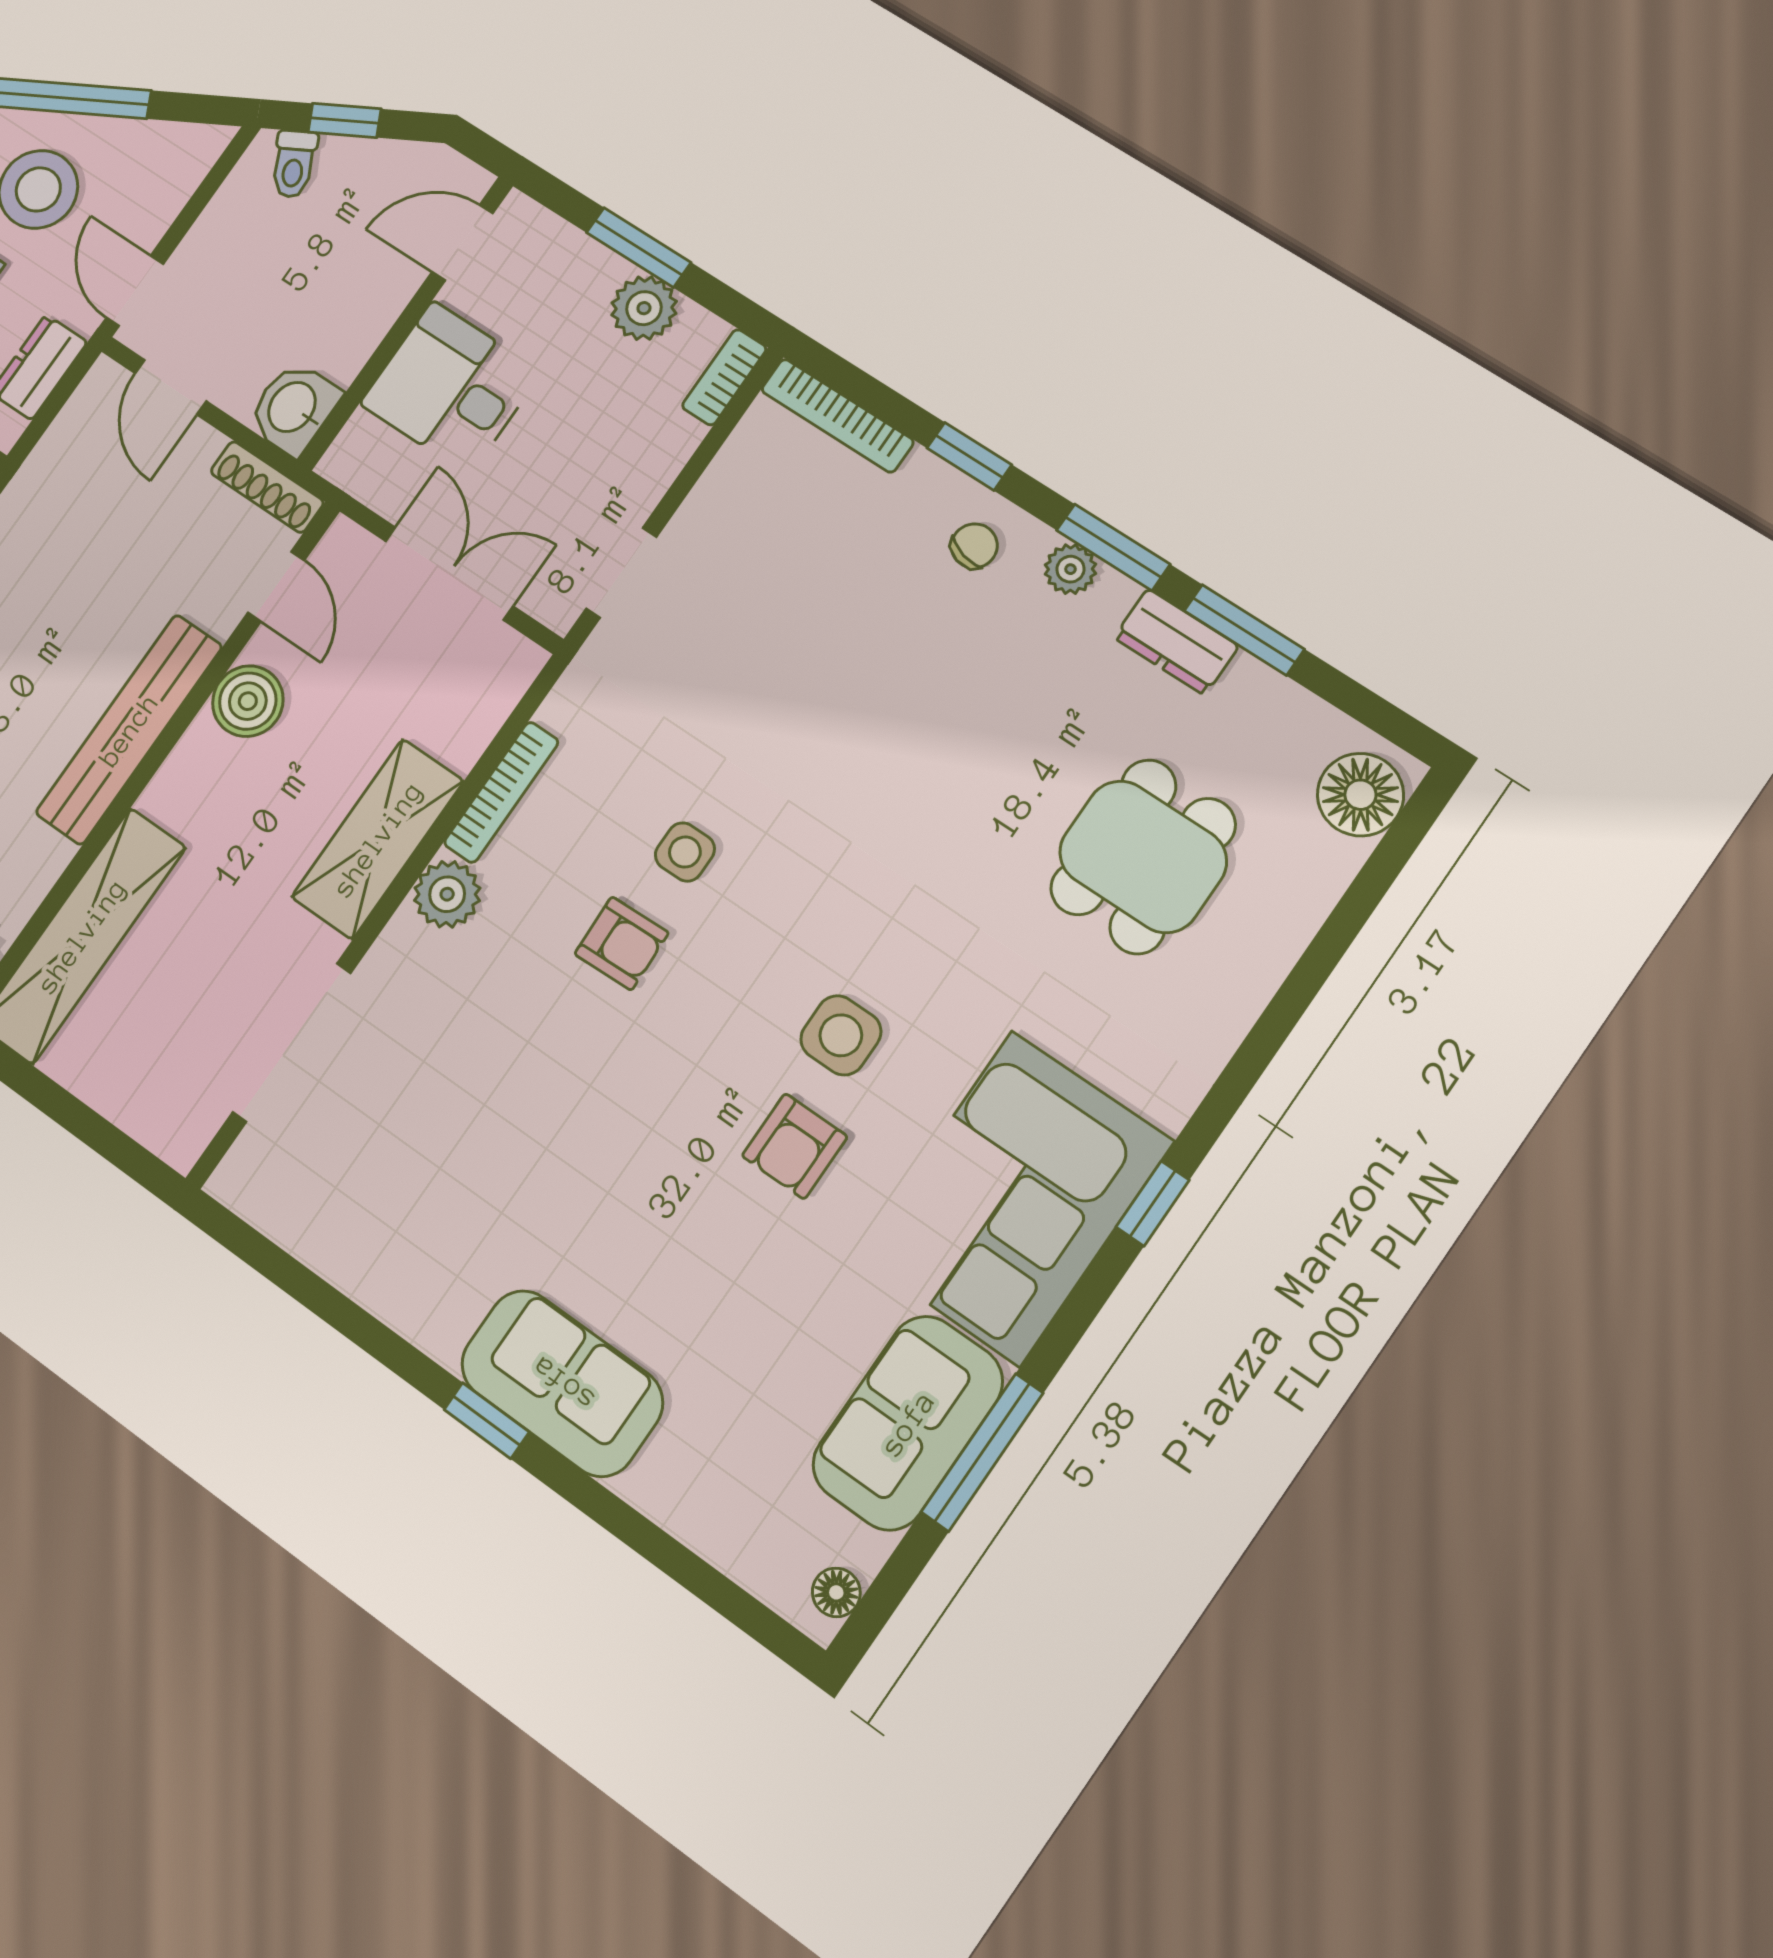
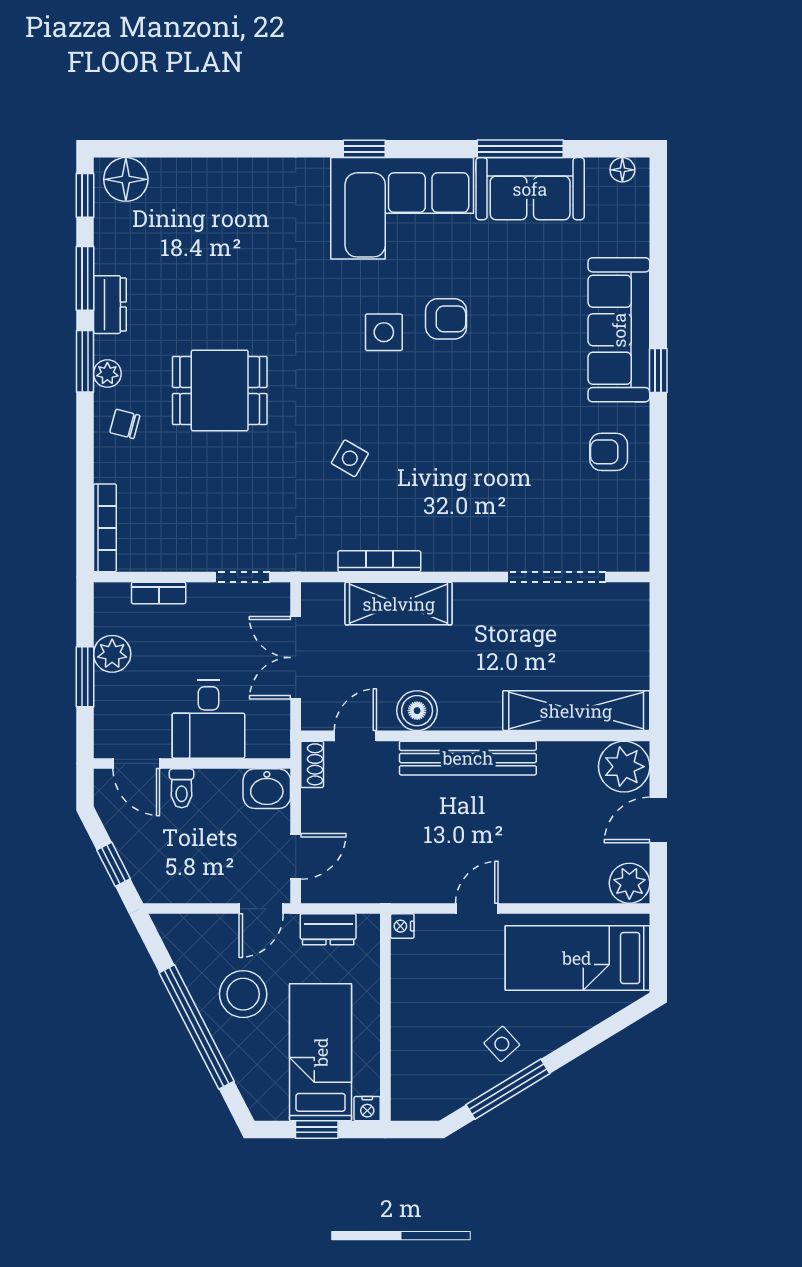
toilet: (294, 164) -> (182, 788), moved, turned 117
bookcase: (724, 377) -> (159, 593), moved
window: (969, 456) -> (85, 195), moved
shoe rack: (267, 487) -> (312, 764), width x0.70
shelving: (378, 839) -> (399, 604), moved
side table: (685, 852) -> (350, 458), turned 30
dining table: (1143, 857) -> (220, 391), moved
plant: (447, 894) -> (442, 553), removed
armchair: (622, 943) -> (609, 452), moved, turned -88
sofa: (562, 1383) -> (619, 330), width x1.36

